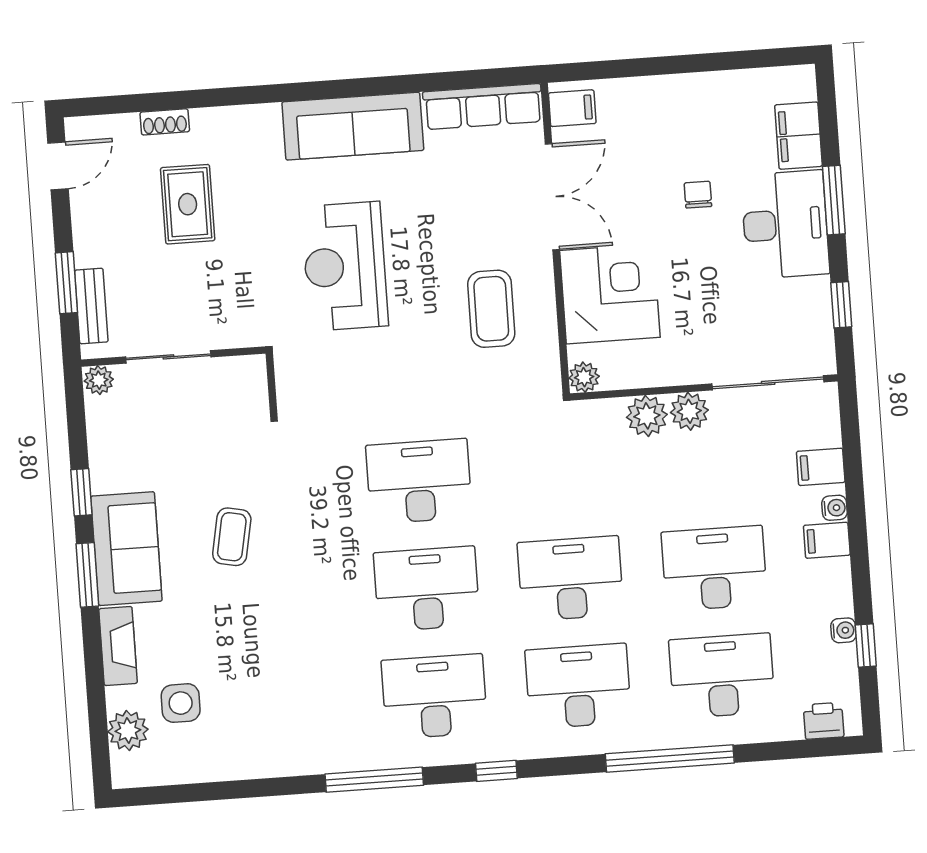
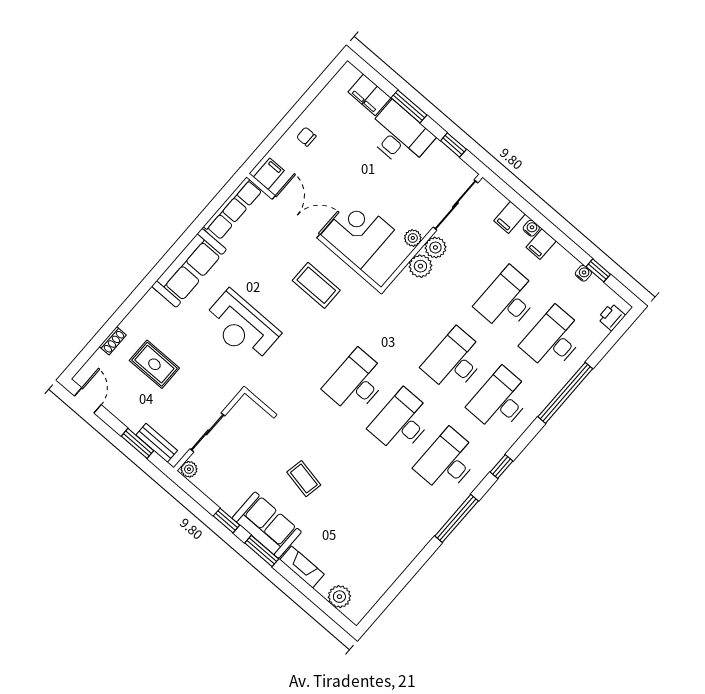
chair: (698, 195) -> (306, 137), moved
plant: (584, 377) -> (413, 238), moved
side table: (181, 703) -> (349, 565), removed

